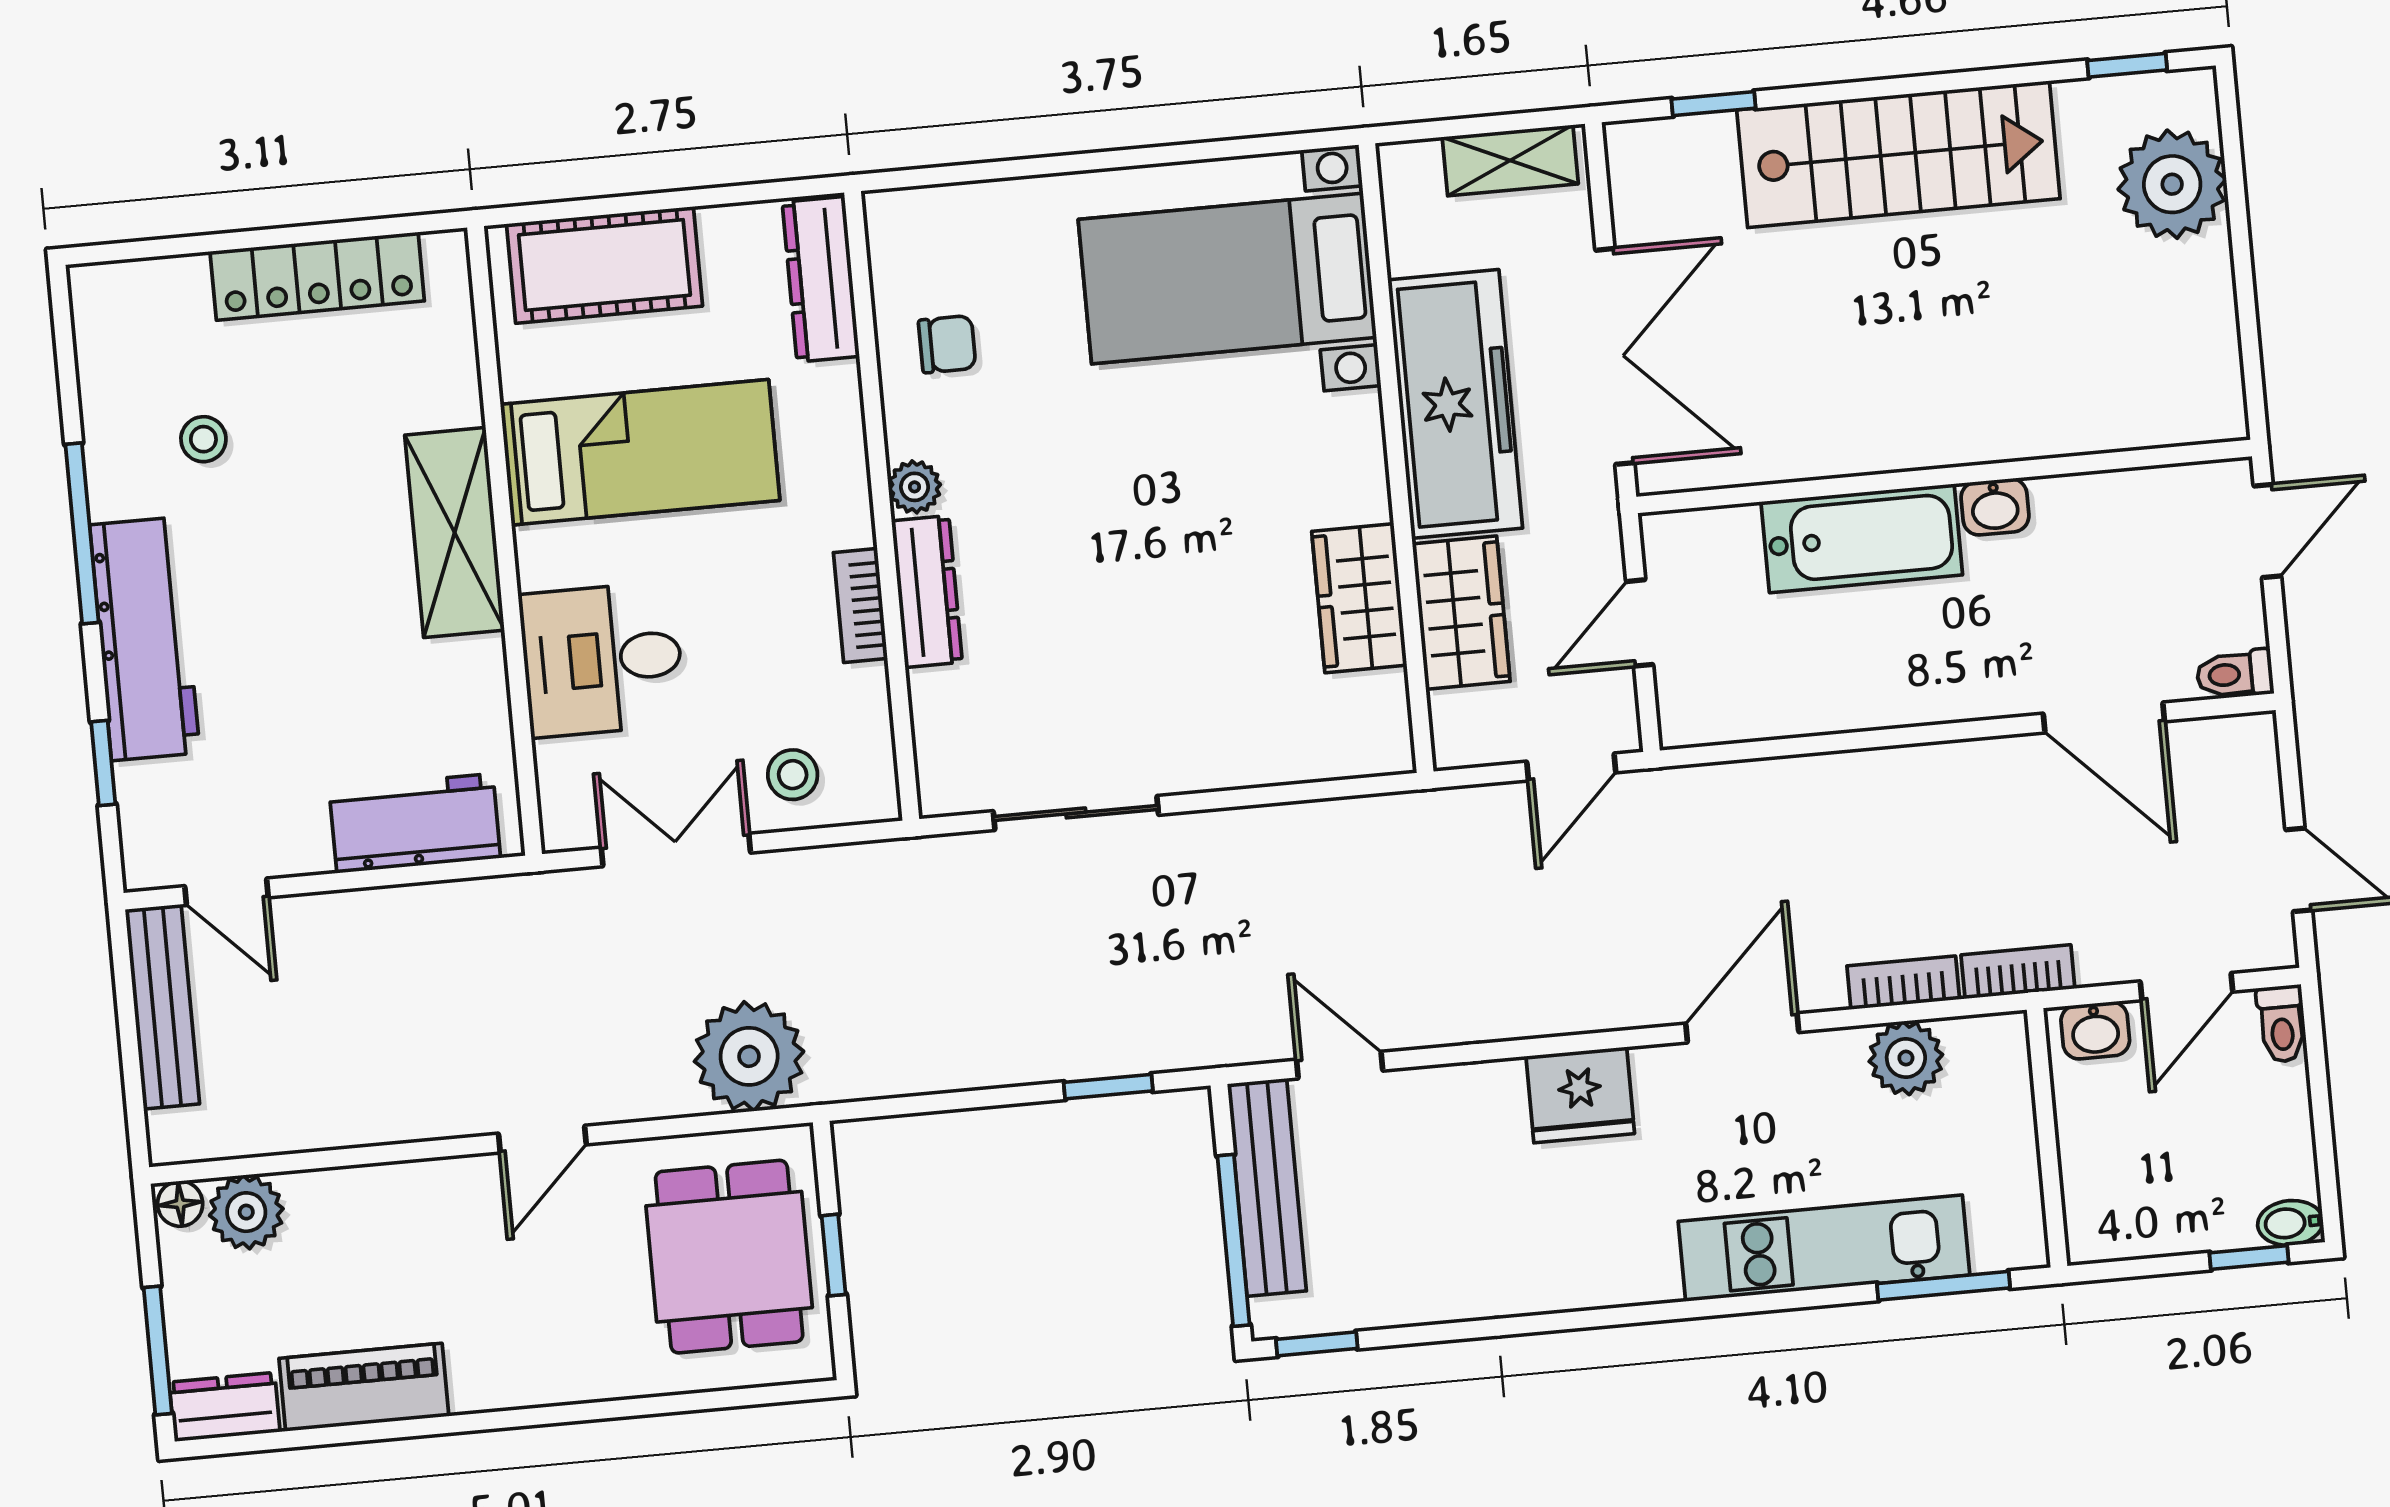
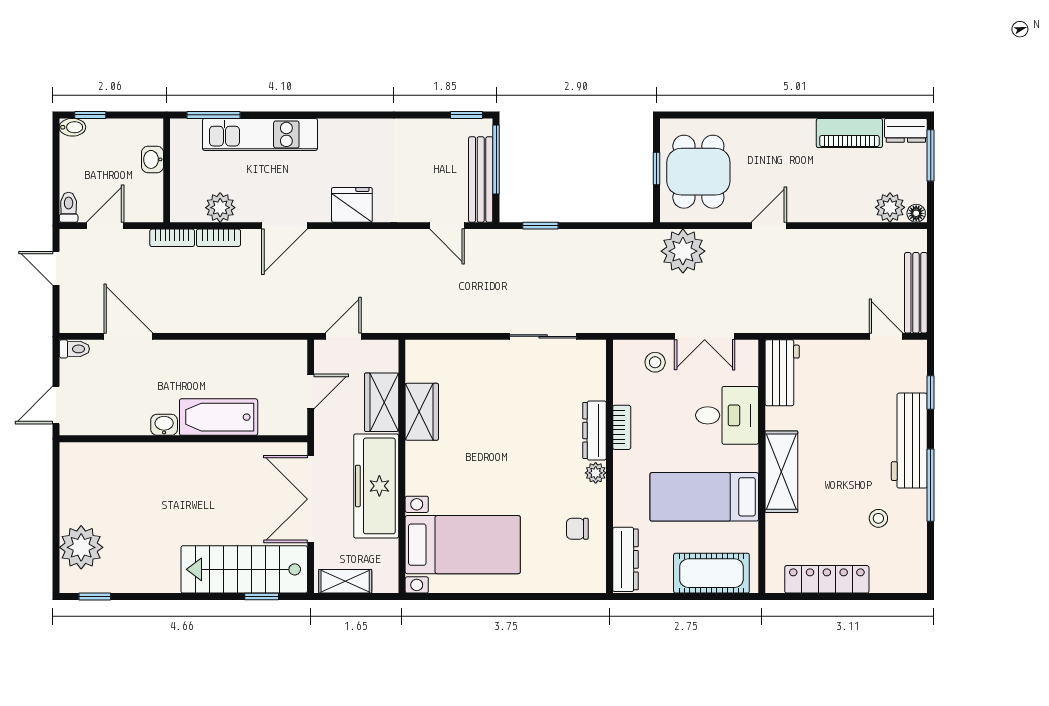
stairs: (1898, 154) -> (244, 569), moved
workbench: (415, 823) -> (782, 373), moved, turned -90
washbasin: (2095, 1030) -> (153, 159), moved, turned -90

